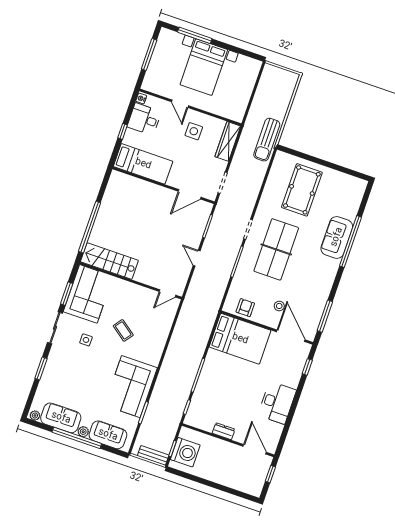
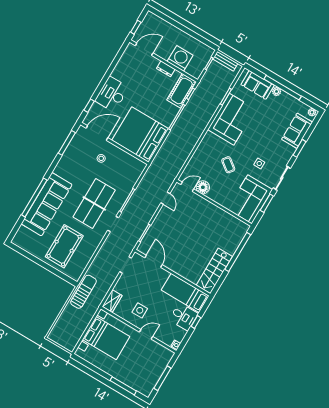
bed with nightstands: (204, 67) -> (106, 338), moved, turned 90
door: (180, 104) -> (146, 334), hinge flipped
desk: (144, 119) -> (184, 317), moved
wardrobe: (228, 141) -> (112, 301), width x0.67
door: (190, 194) -> (153, 261), hinge flipped
sofa: (337, 237) -> (47, 204), width x1.85, depth x1.27
door: (197, 258) -> (165, 198), moved
stairs: (109, 261) -> (214, 271), moved, turned 90
floor lamp: (148, 297) -> (203, 187), added
armchair: (245, 308) -> (128, 163), removed
door: (291, 336) -> (97, 133), swing flipped
bed: (240, 339) -> (140, 135), width x1.36
desk: (277, 403) -> (112, 94), moved
cot: (199, 408) -> (182, 91), added
sofa: (61, 418) -> (297, 131), moved, turned 90
door: (255, 449) -> (144, 49), swing flipped
washing machine: (185, 452) -> (180, 58), moved, turned 90

